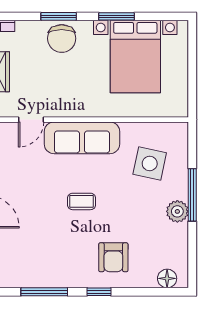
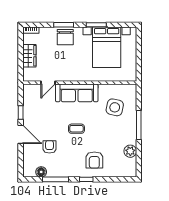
plant: (177, 211) -> (130, 151), moved
armchair: (34, 234) -> (49, 147), added
floor lamp: (167, 278) -> (41, 172), moved

